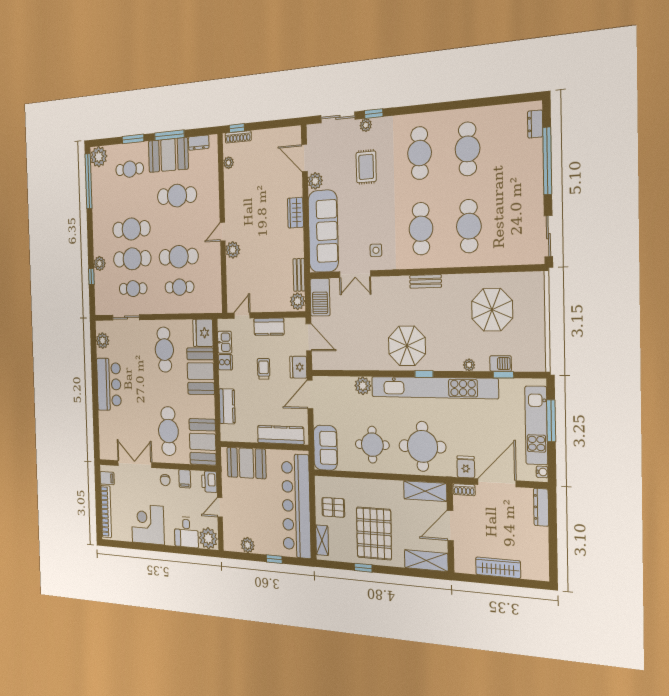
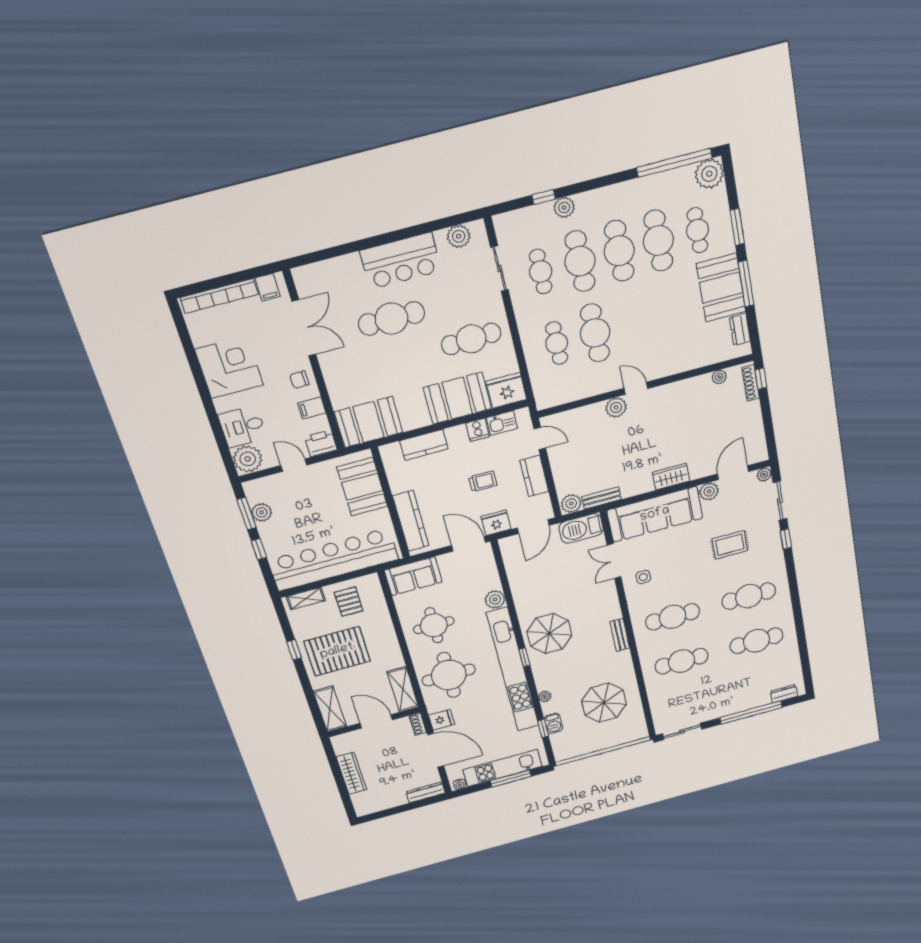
plant: (366, 125) -> (764, 475), moved
cafe table: (177, 196) -> (658, 241), moved
cafe table: (168, 431) -> (392, 319), moved
window: (246, 556) -> (246, 514), added

